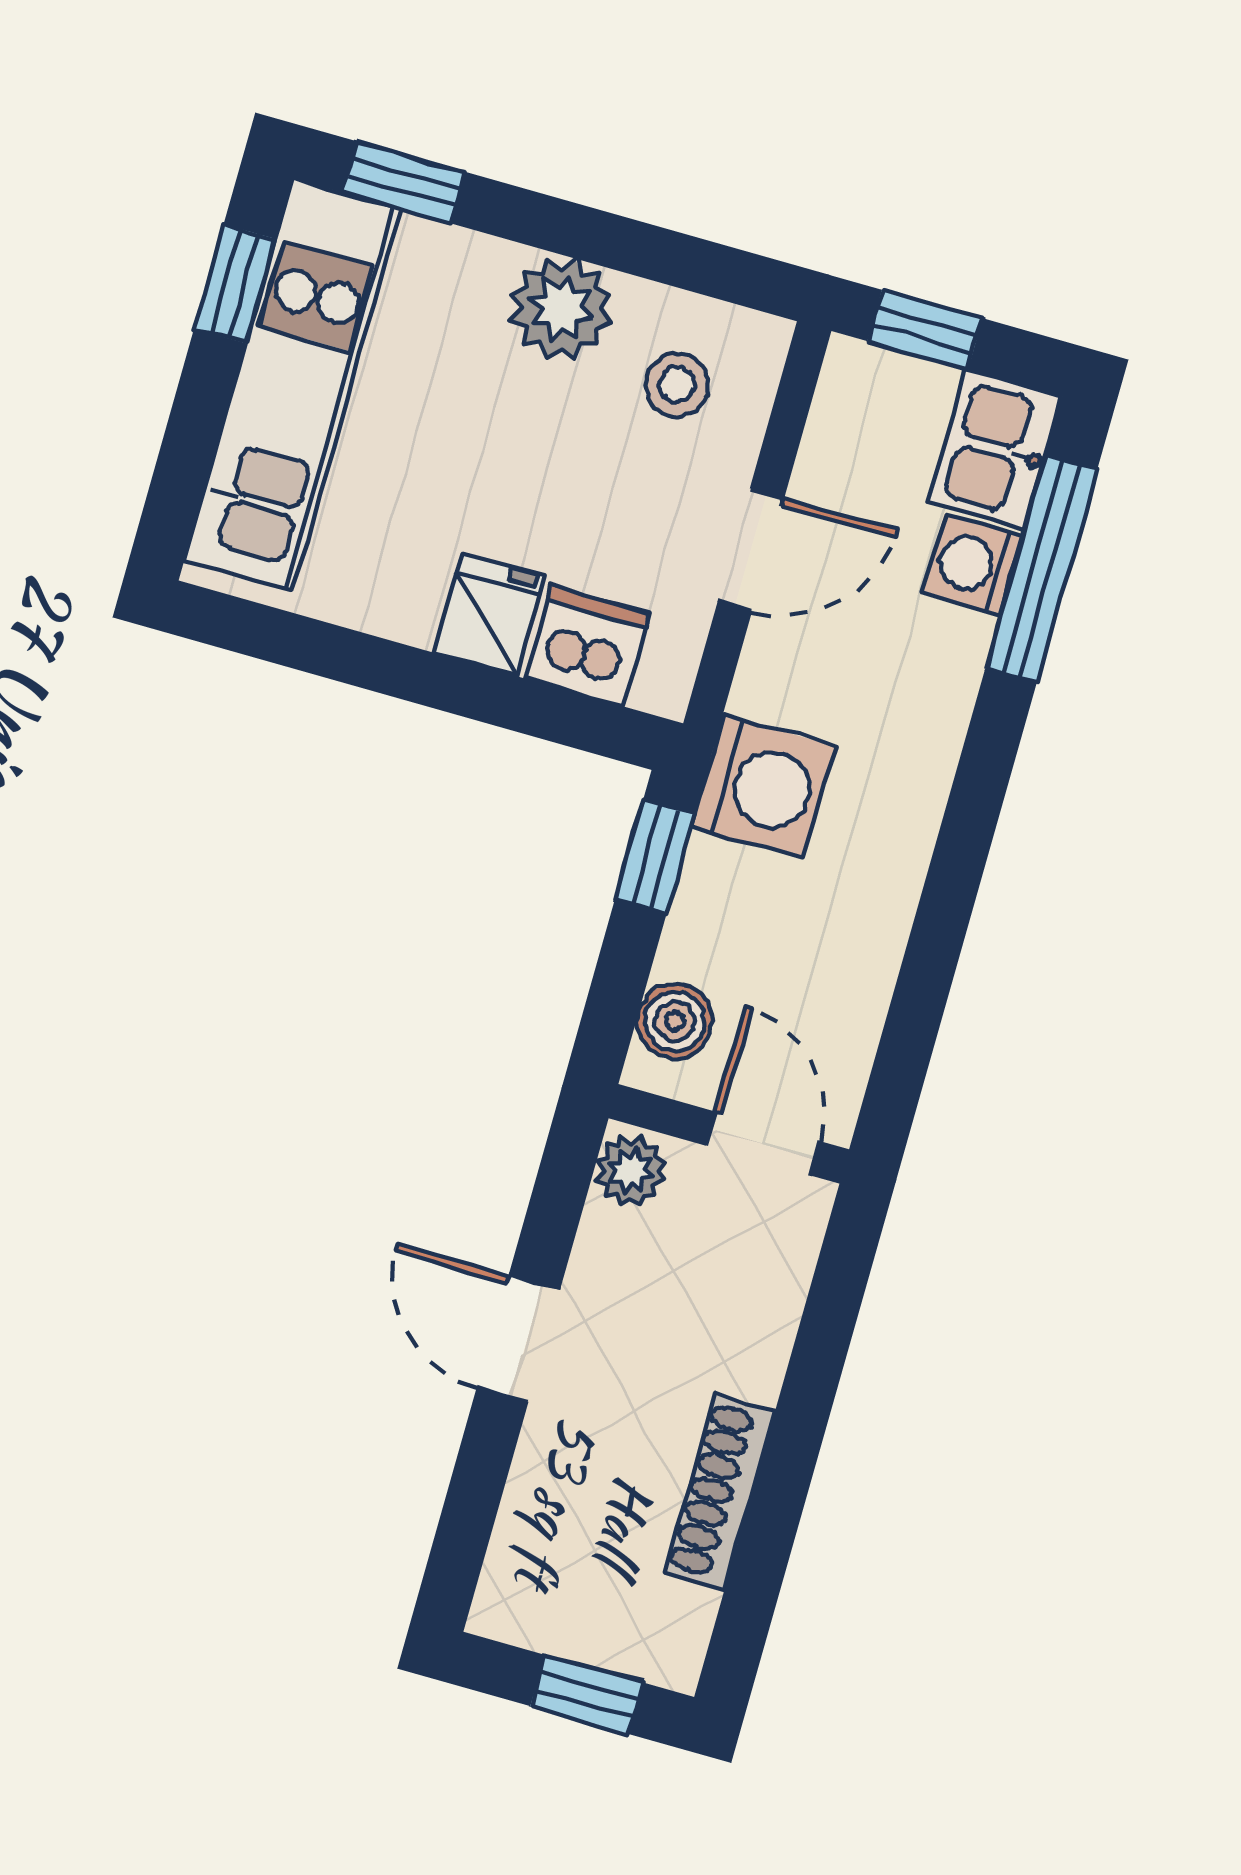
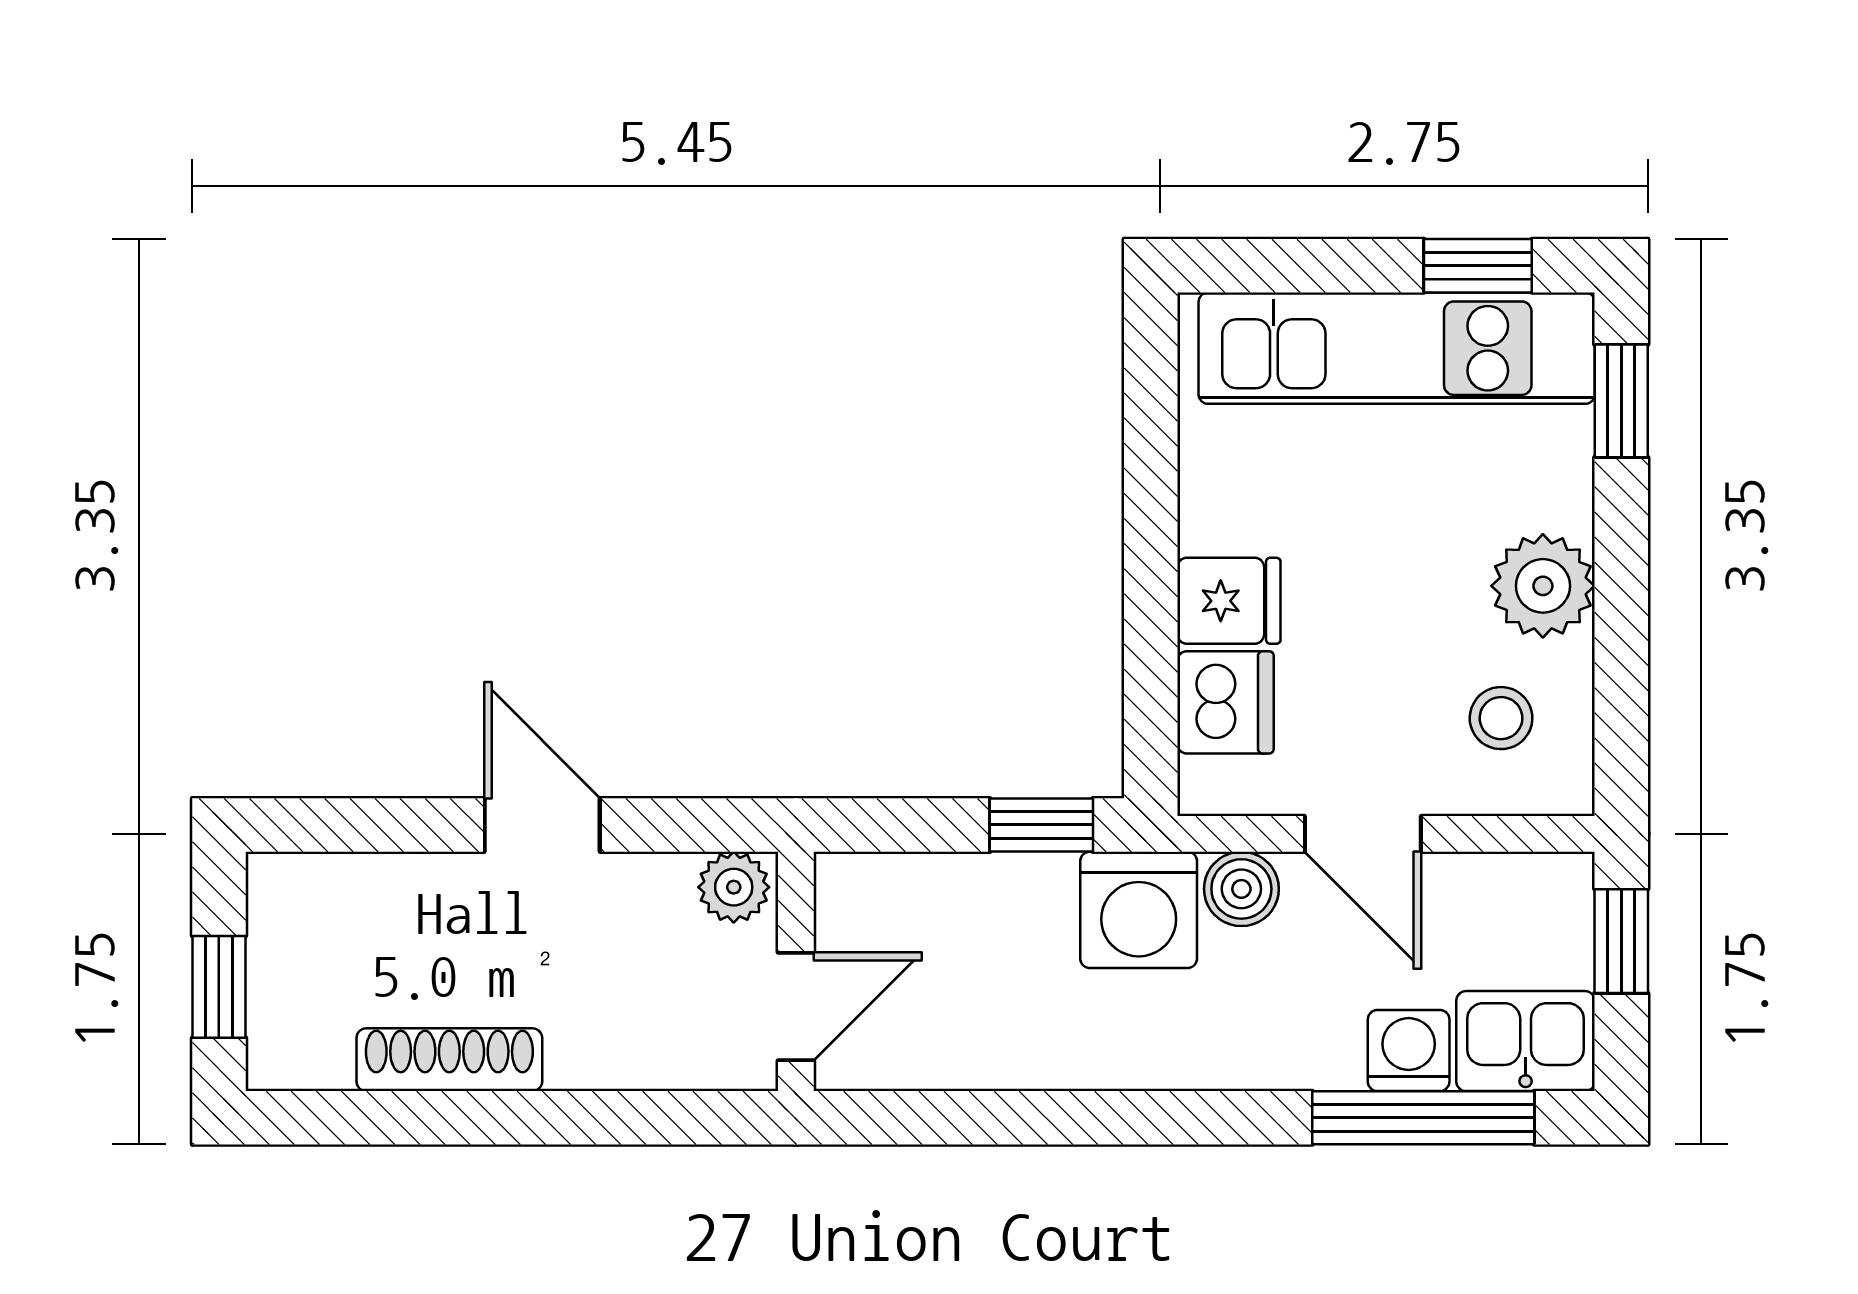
boiler: (675, 1021) -> (1241, 889), moved
door: (518, 1339) -> (542, 825), hinge flipped

